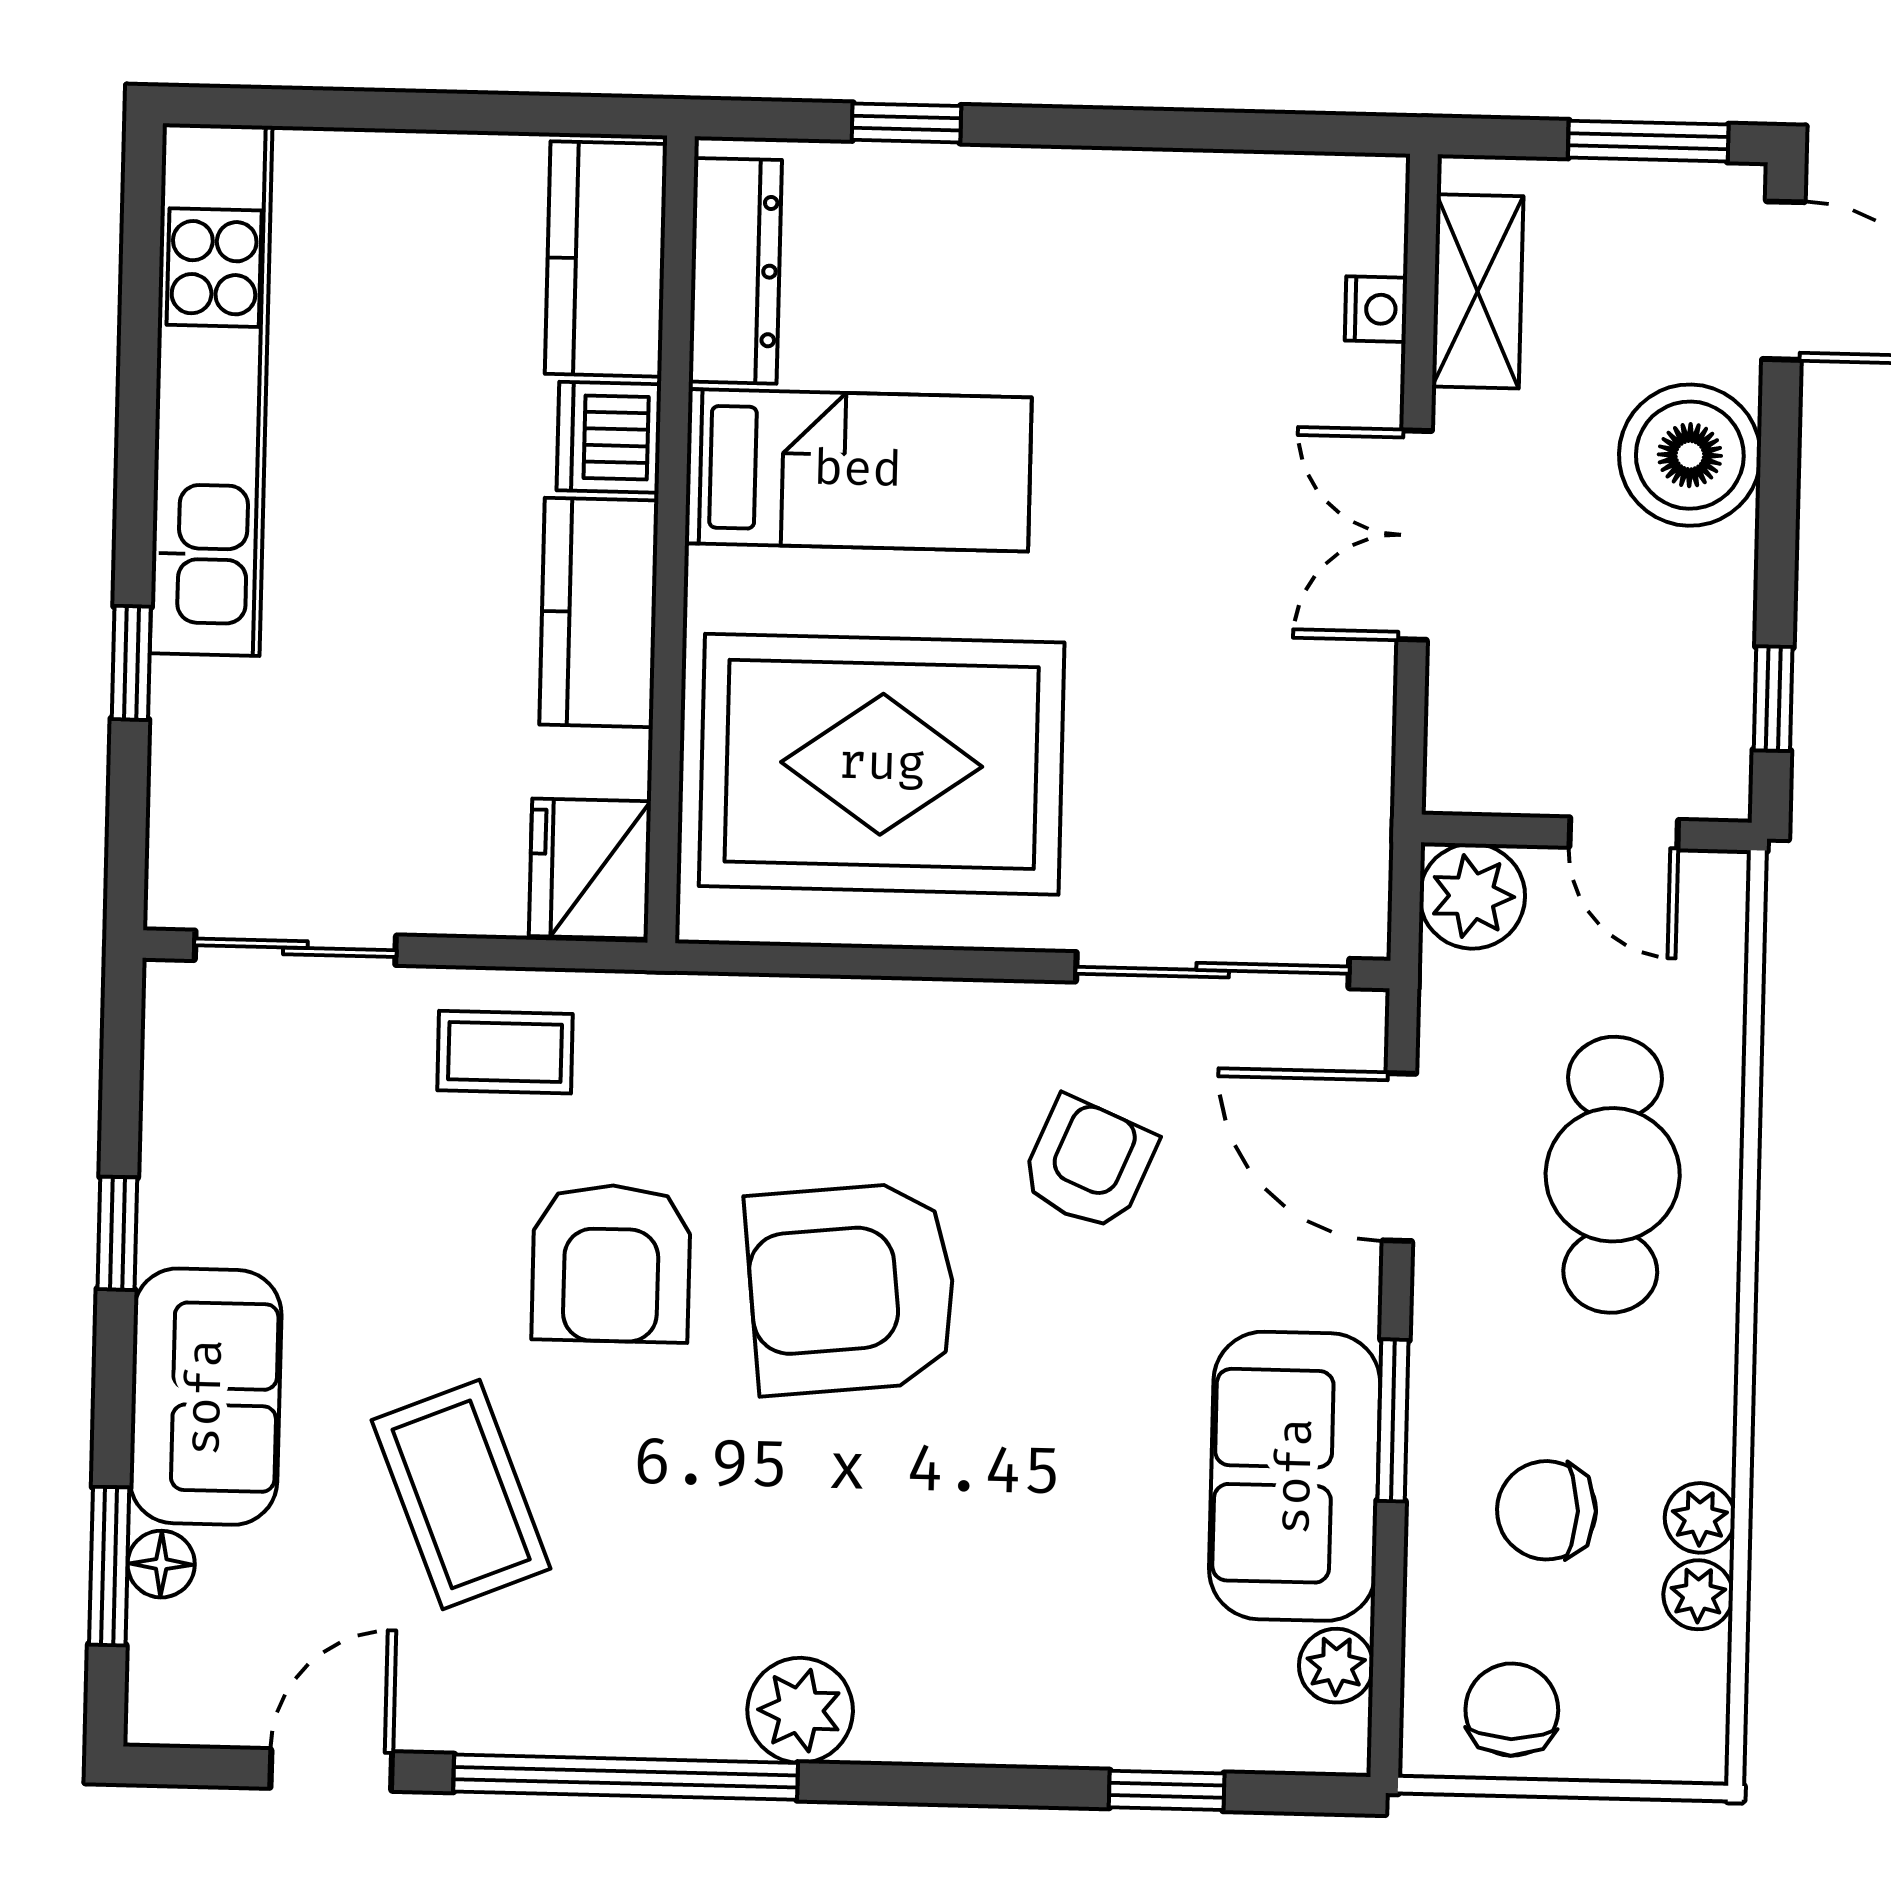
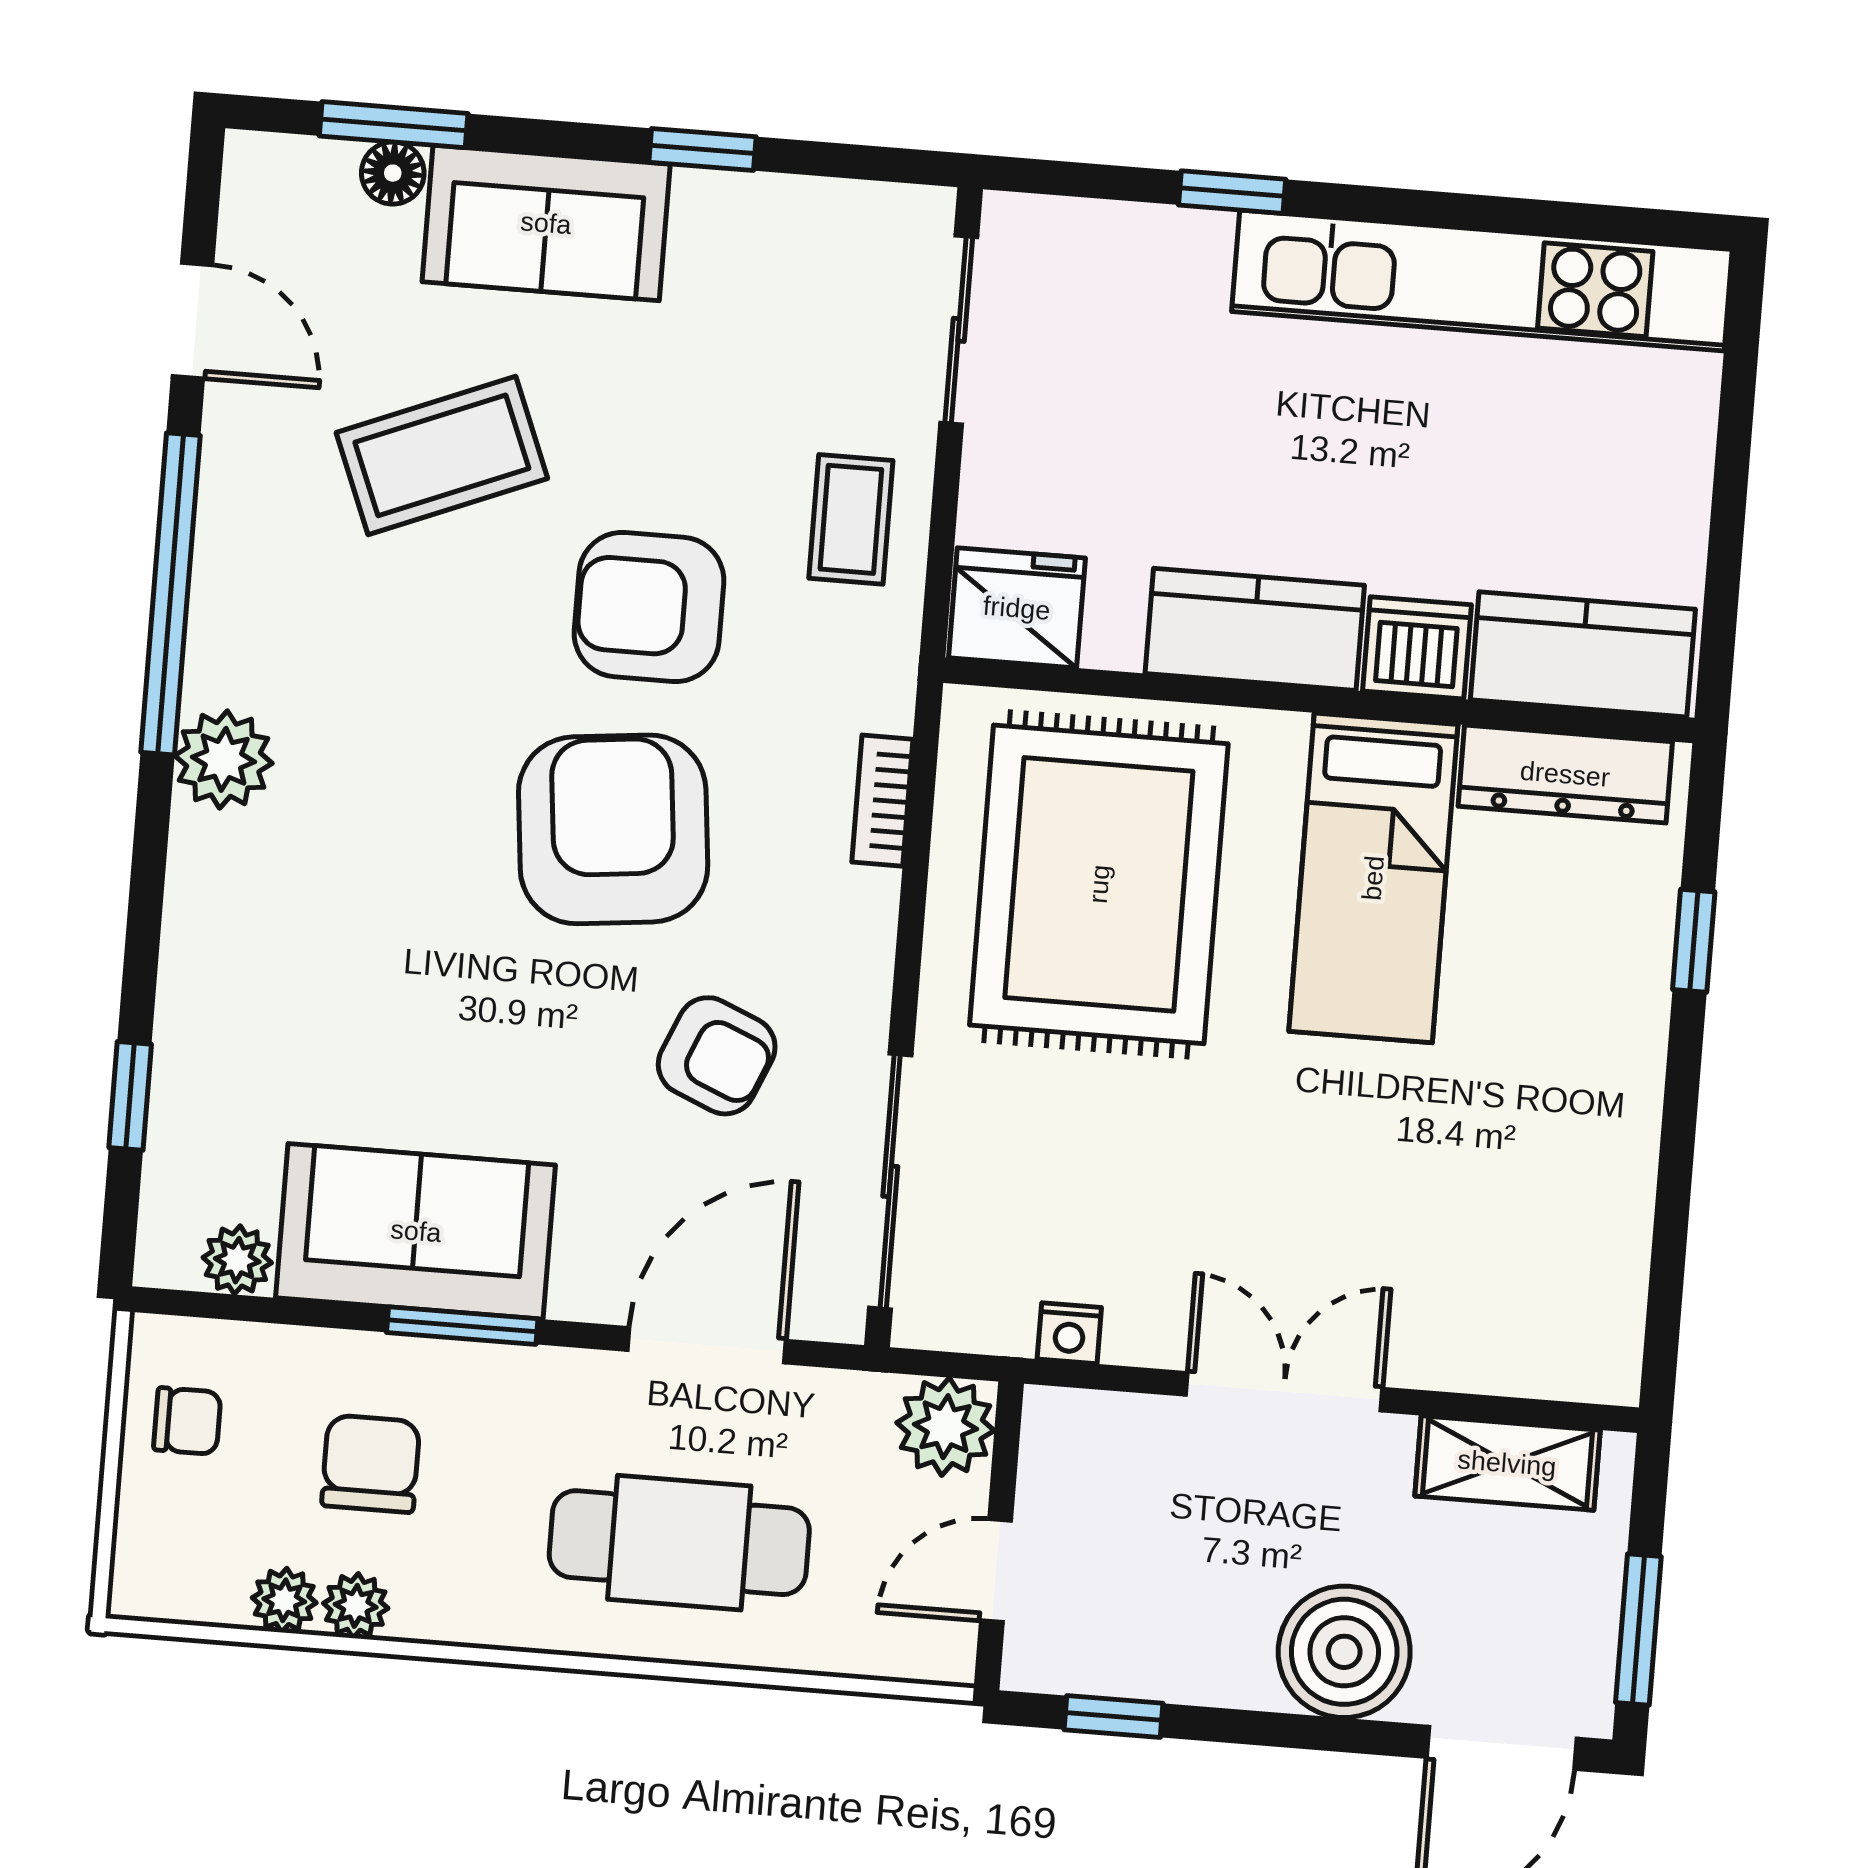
nightstand: (1376, 309) -> (1069, 1333), moved
bookcase: (805, 1001) -> (882, 801), added
chair: (1512, 1710) -> (187, 1421), width x0.73, depth x0.73

